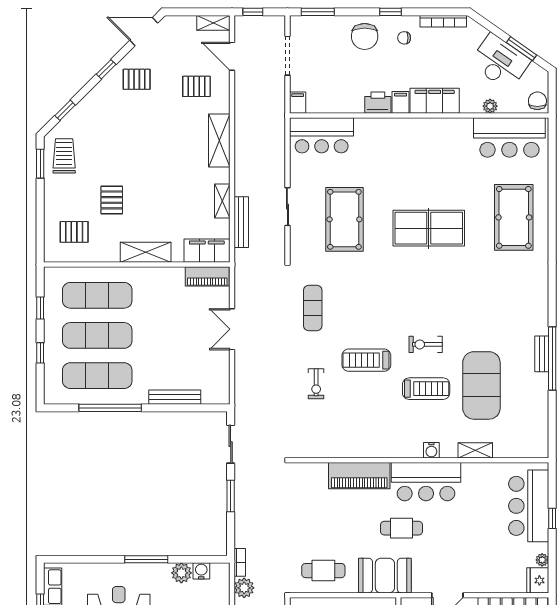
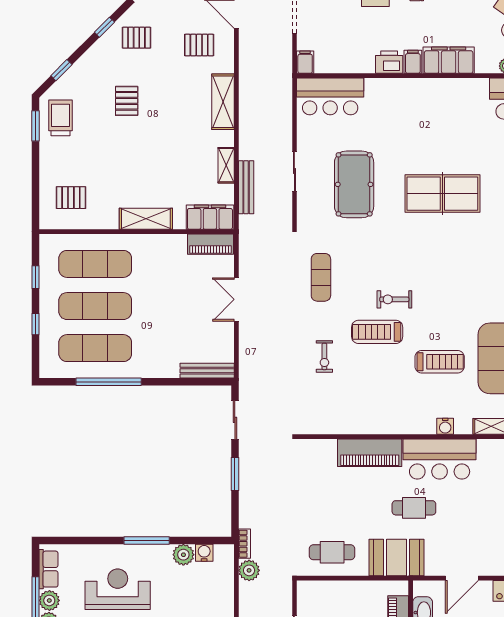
pallet: (112, 200) -> (127, 101), moved
exercise bike: (426, 344) -> (394, 299), moved
bench: (175, 397) -> (207, 371), moved

